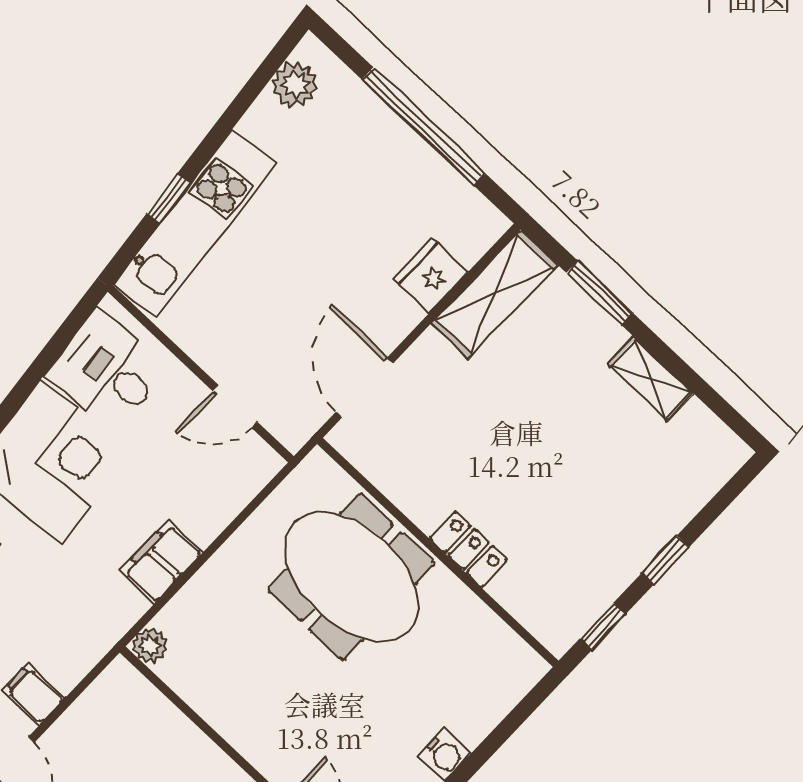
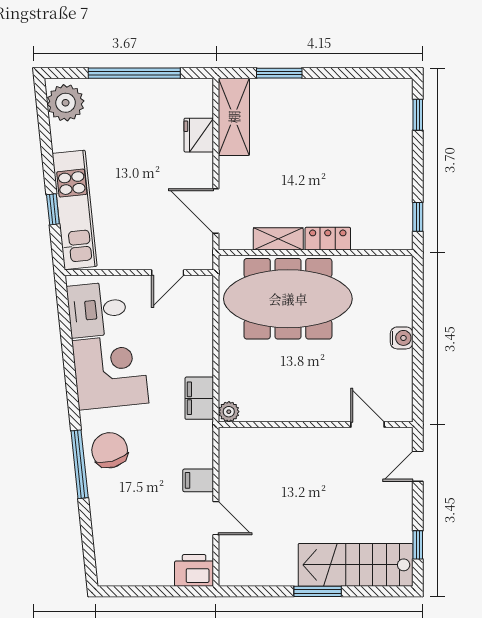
plant: (295, 85) -> (66, 103), width x1.36, depth x1.36
shelving: (651, 378) -> (278, 239), moved
window: (665, 560) -> (418, 115), moved
filing cabinet: (162, 562) -> (199, 398), moved
meeting table: (351, 577) -> (288, 299), width x1.36

